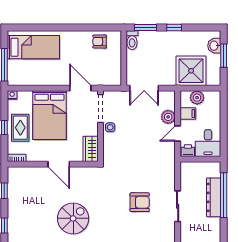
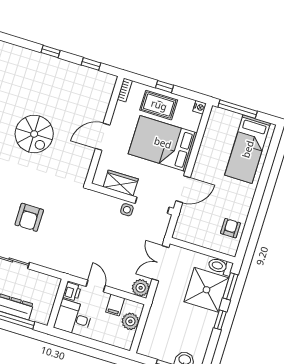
shower: (191, 71) -> (206, 290), moved
plant: (168, 117) -> (141, 288), moved
wardrobe: (91, 149) -> (121, 183), moved

